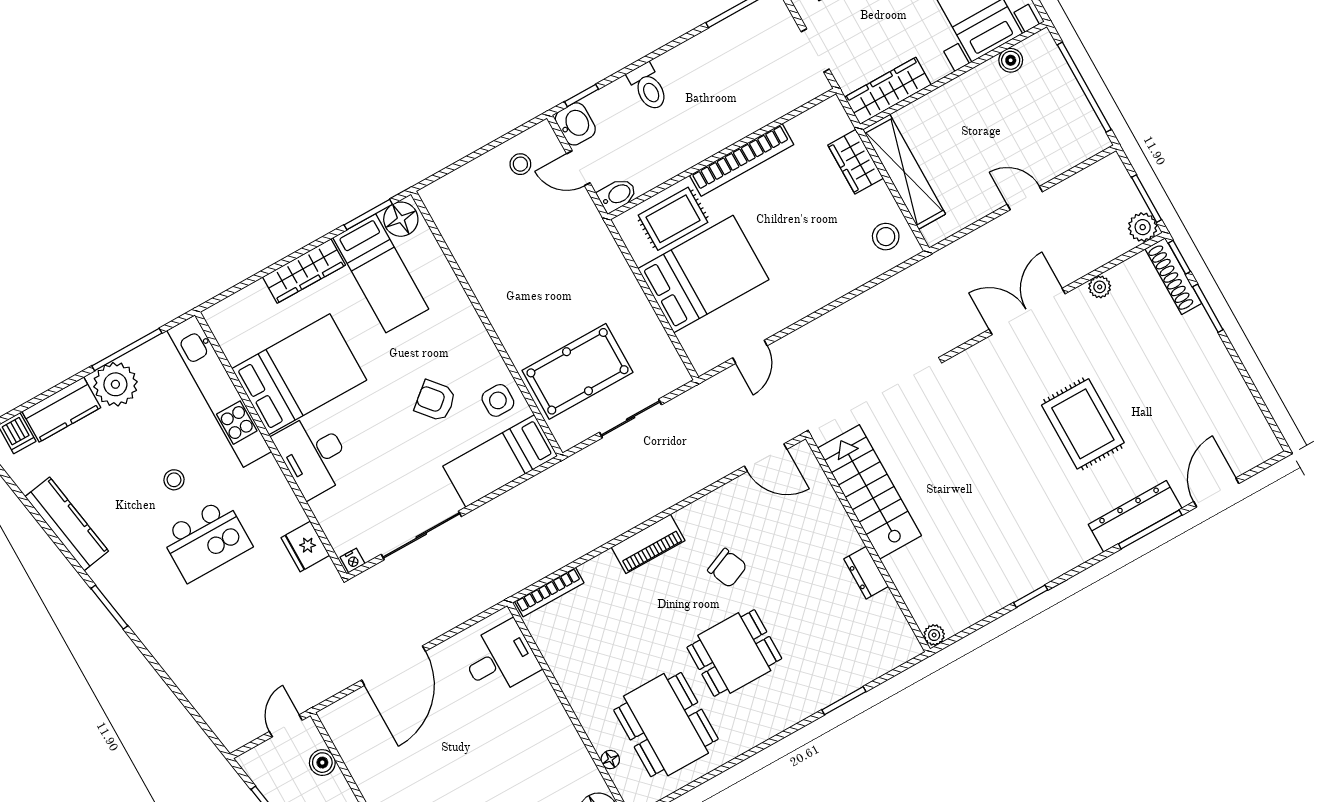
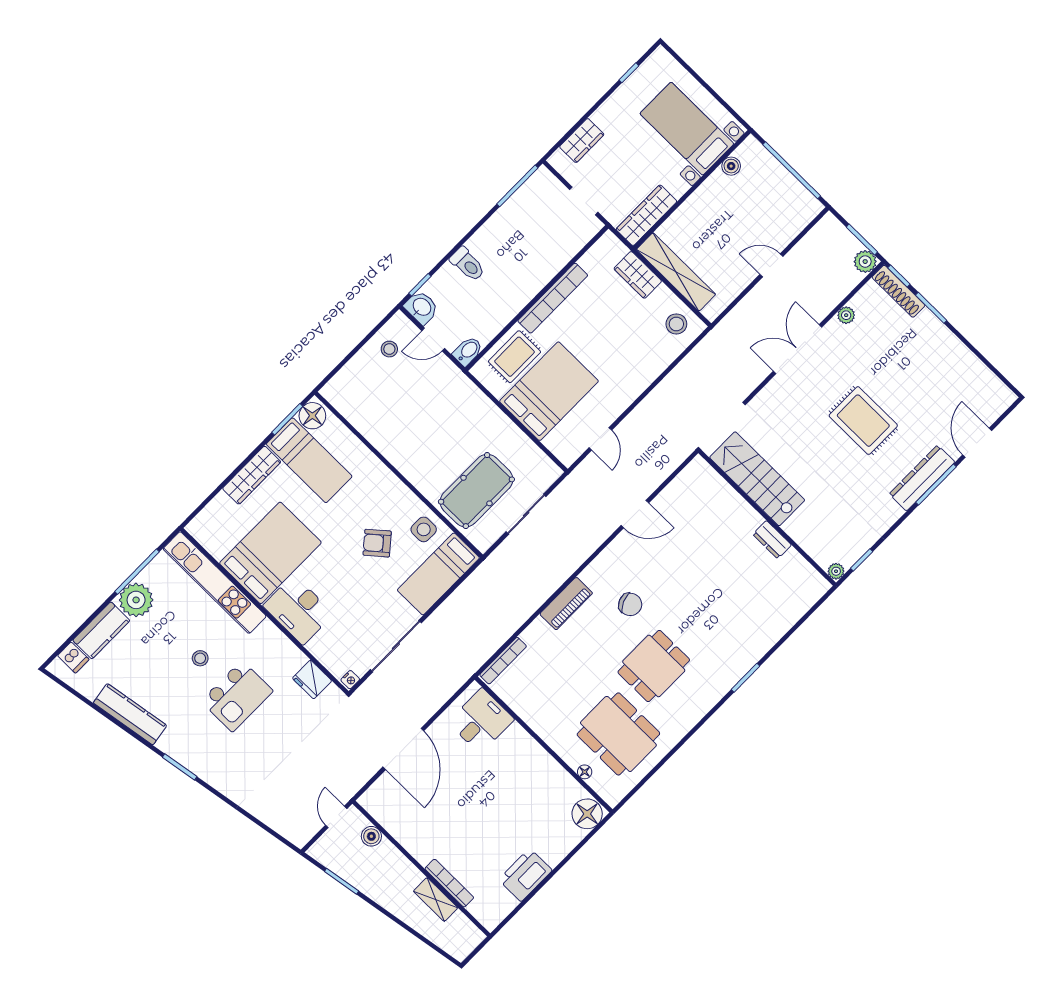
stairs: (870, 492) -> (757, 479), moved
wall: (868, 544) -> (767, 518), moved
dresser: (866, 573) -> (772, 540), moved
plant: (934, 635) -> (836, 571), moved

